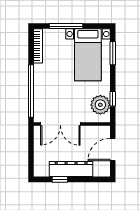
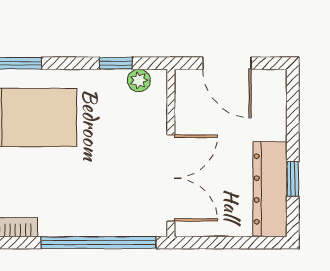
plant: (100, 105) -> (139, 80), width x0.53, depth x0.53
dresser: (71, 169) -> (270, 189), moved

